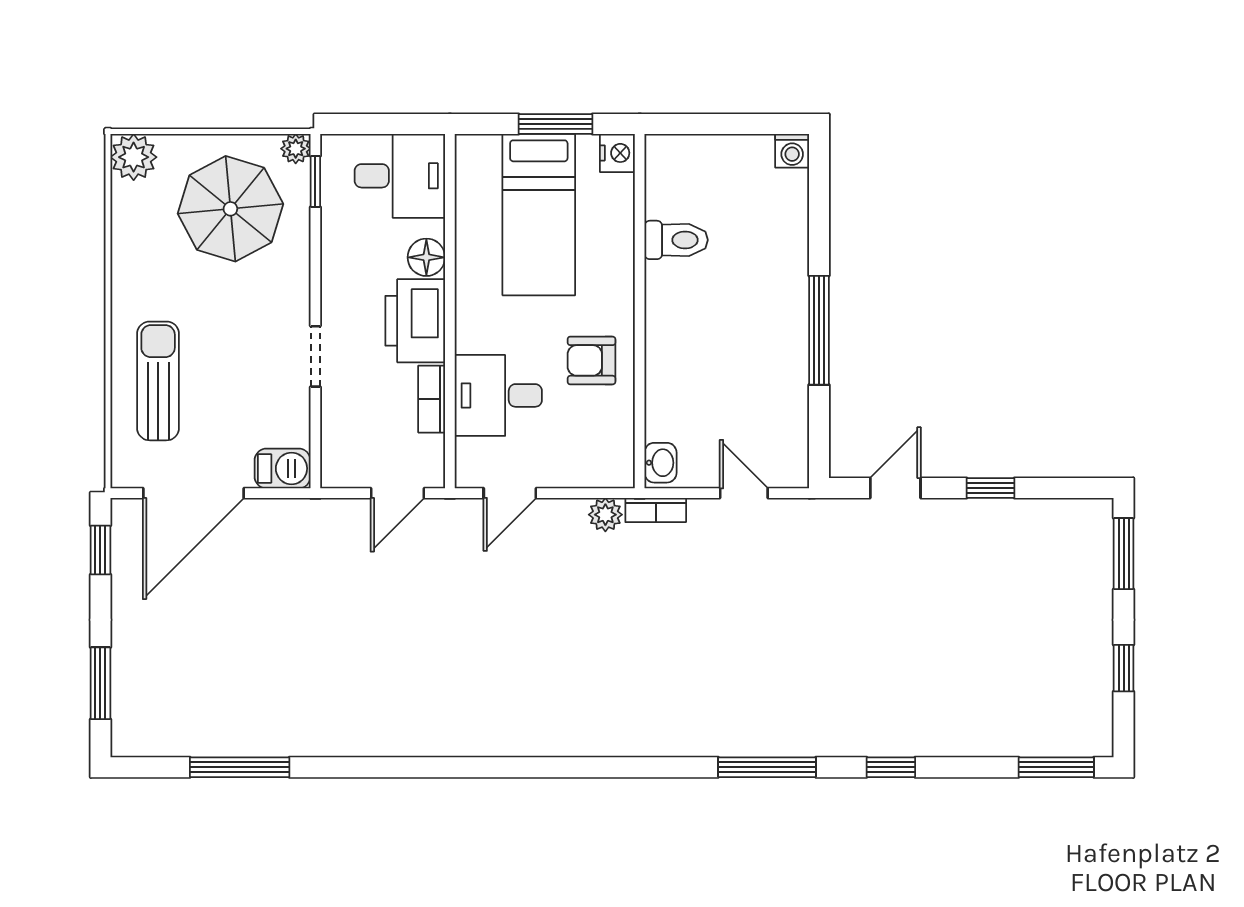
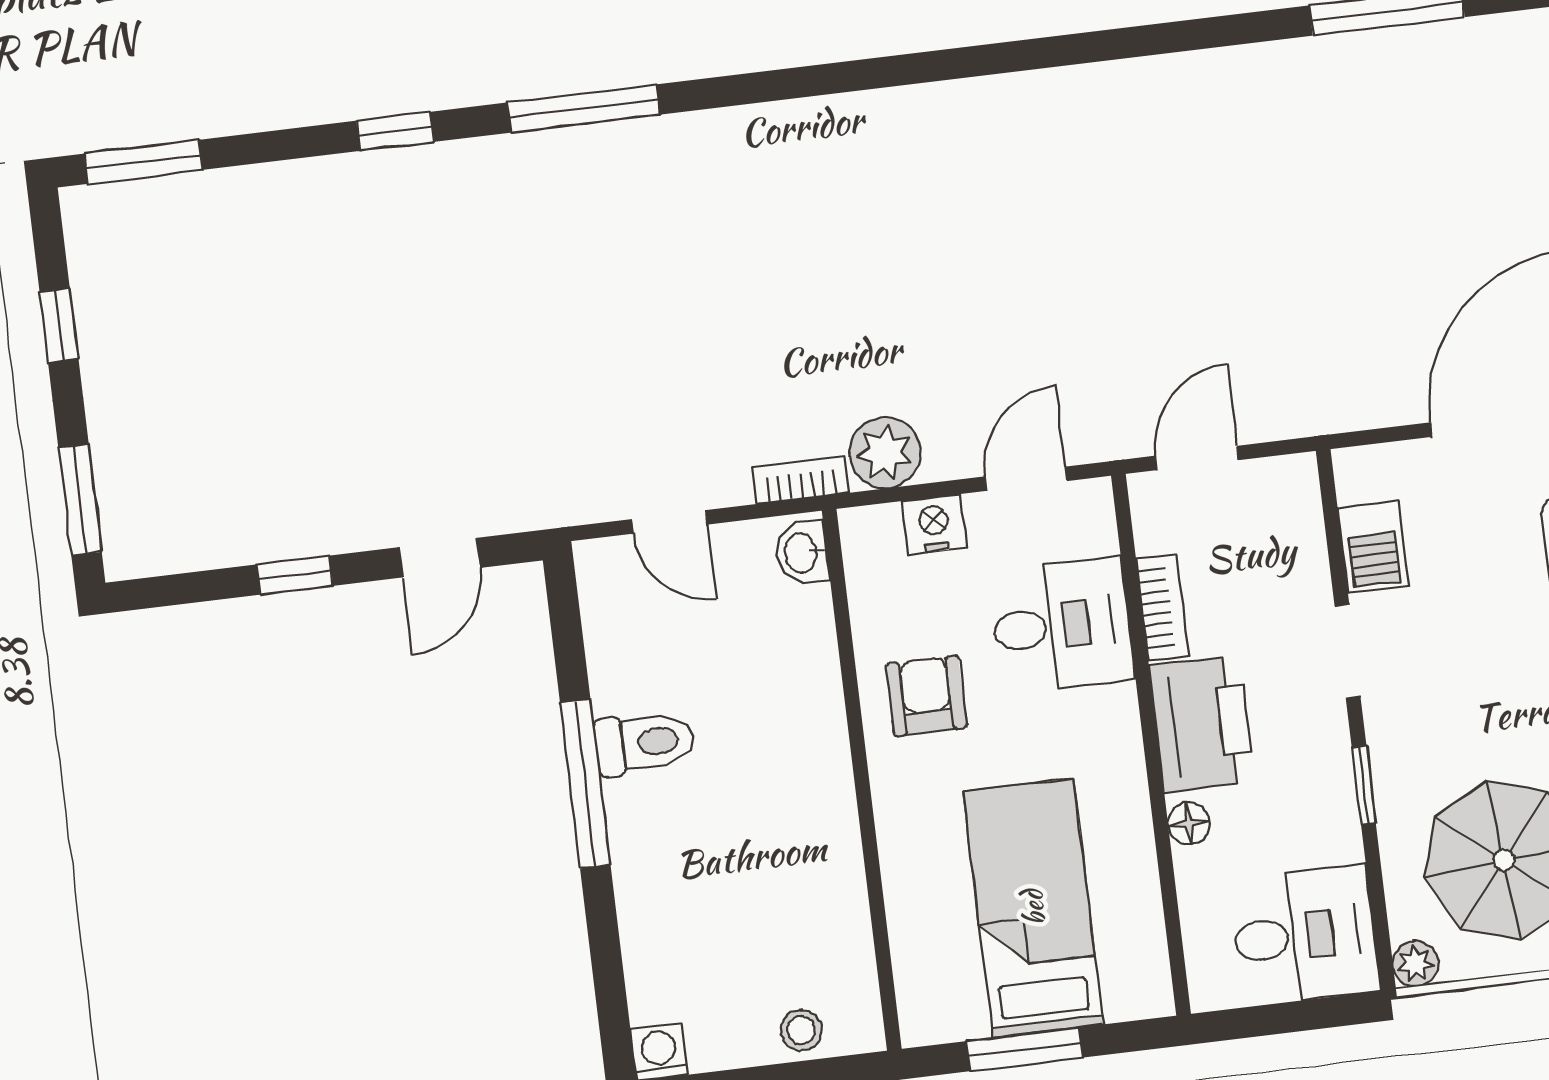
nightstand: (617, 153) -> (934, 524), moved, turned 90
stool: (698, 154) -> (801, 1030), added
desk: (400, 176) -> (1305, 935), moved, turned 180
window: (315, 181) -> (1364, 785), moved
toilet: (676, 240) -> (645, 743), moved, turned 180
floor lamp: (426, 257) -> (1189, 823), width x0.73, depth x0.73
armchair: (591, 360) -> (926, 696), turned -90
barbecue: (283, 468) -> (1373, 547), moved, turned -90
plant: (605, 515) -> (885, 453), width x1.38, depth x1.38

